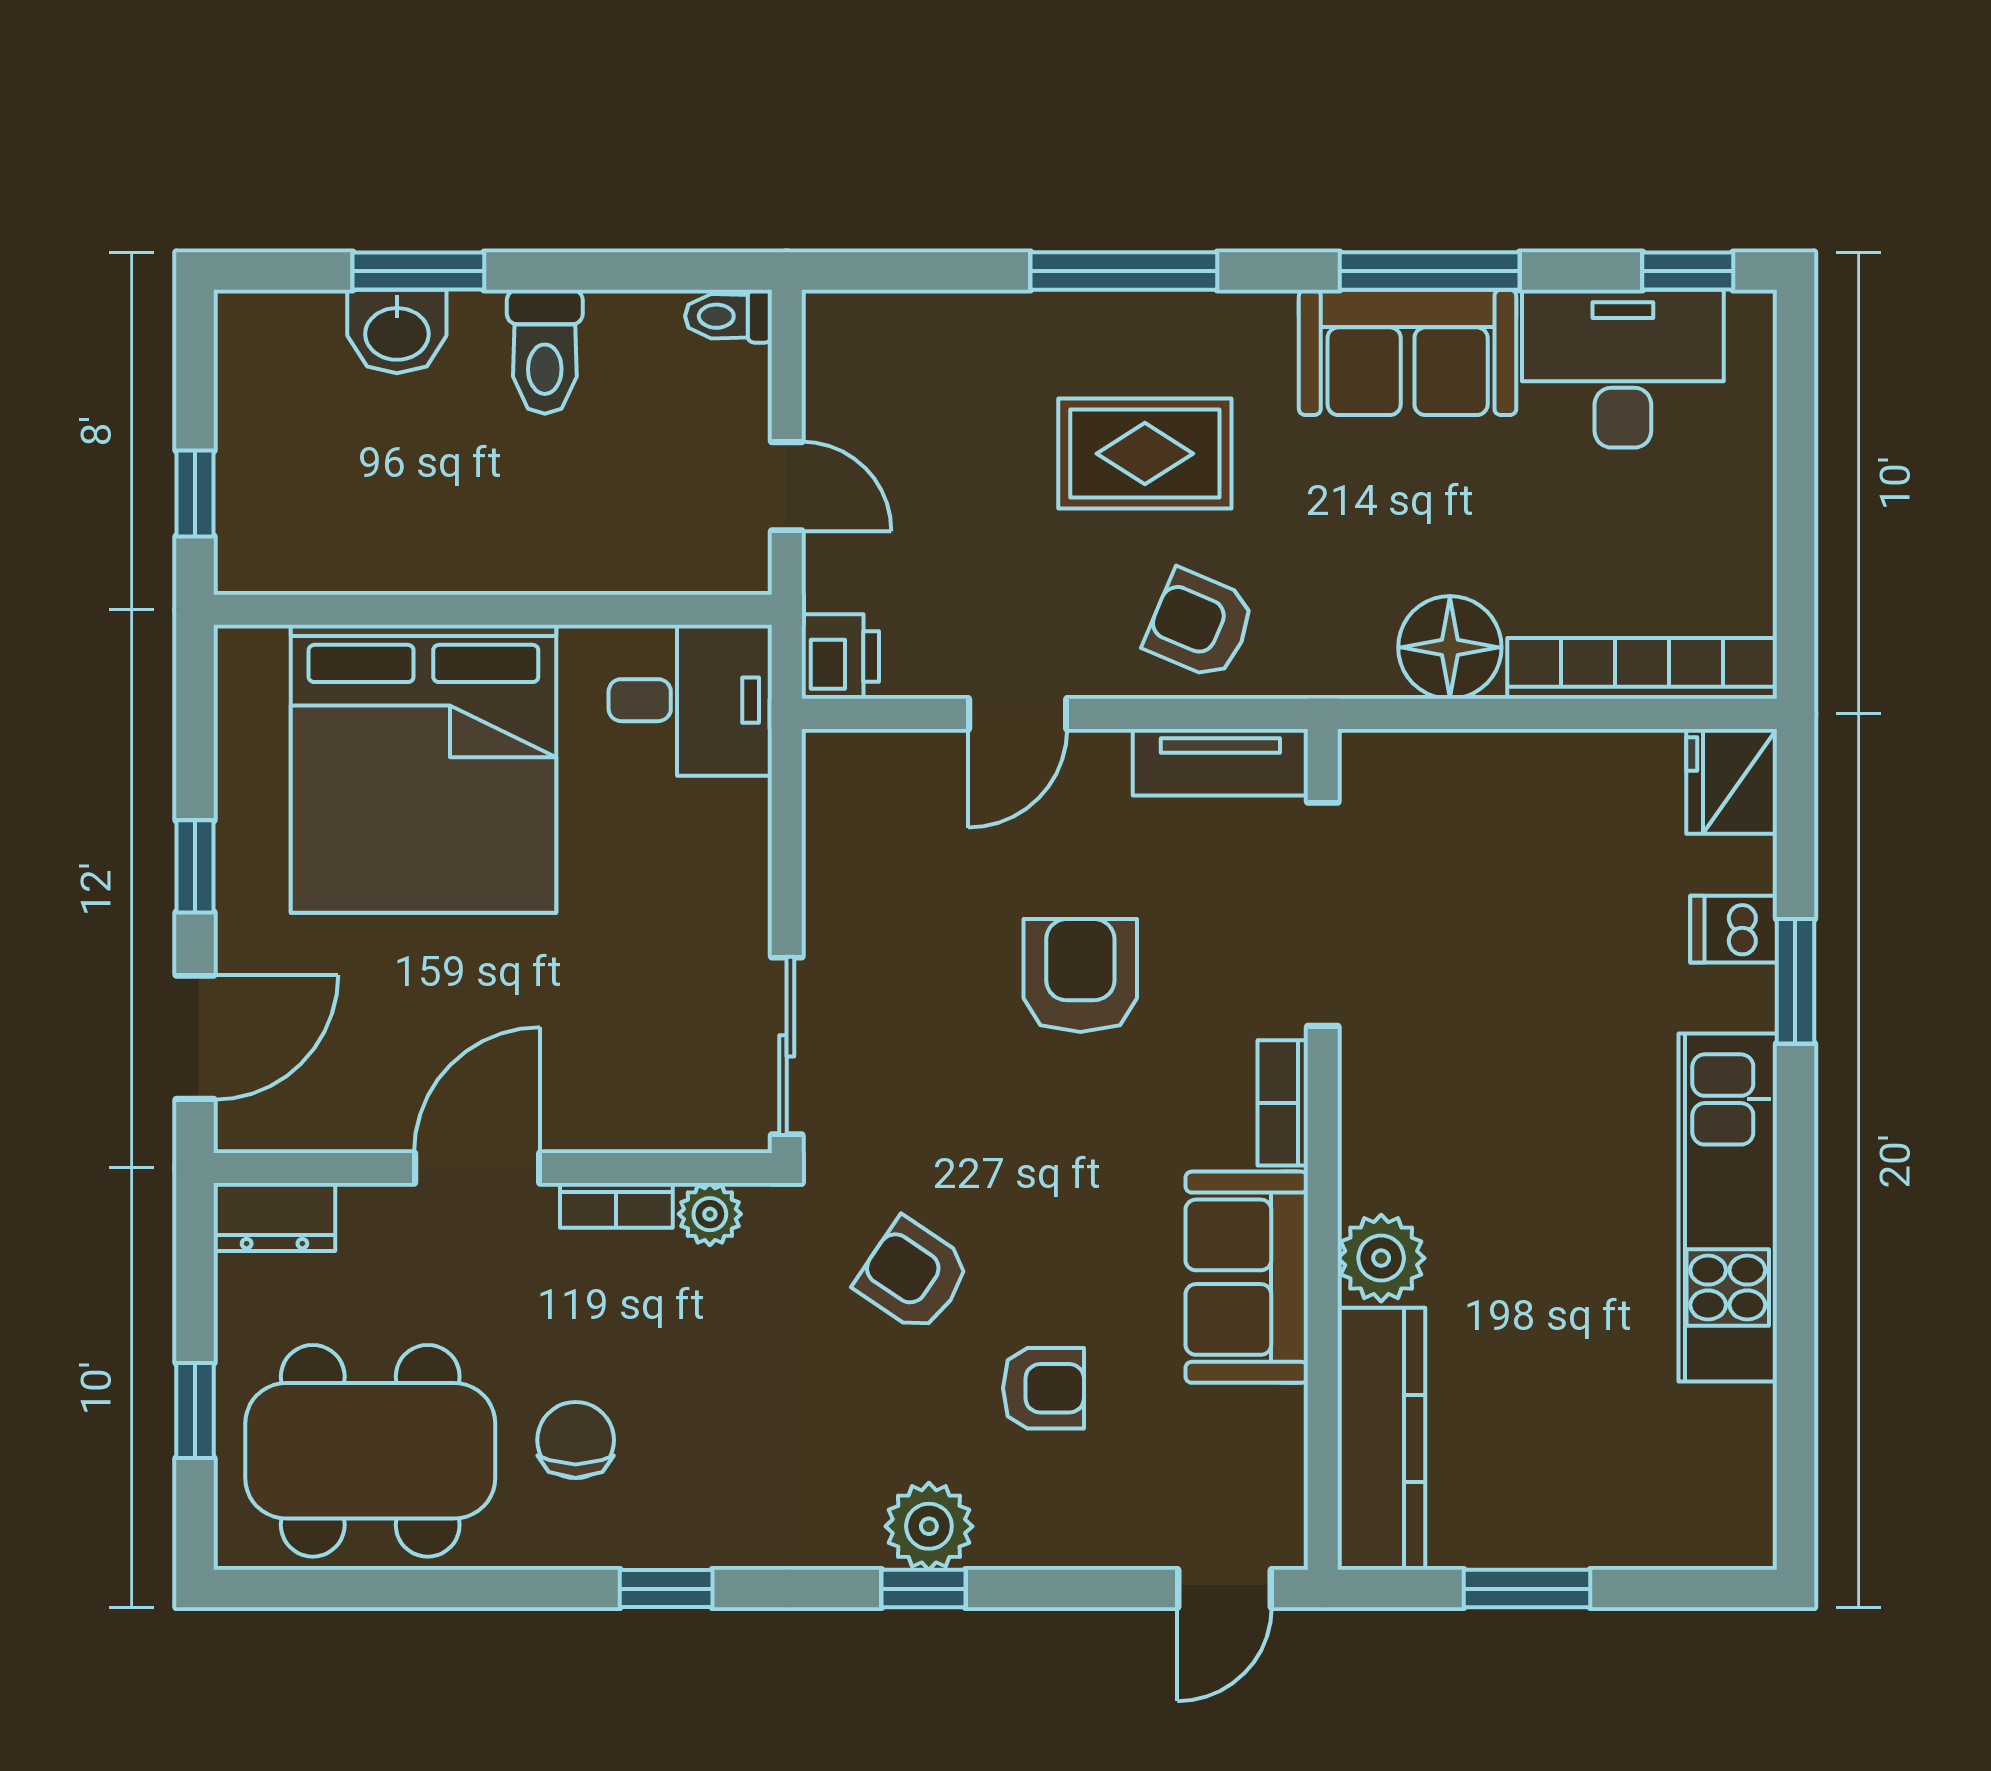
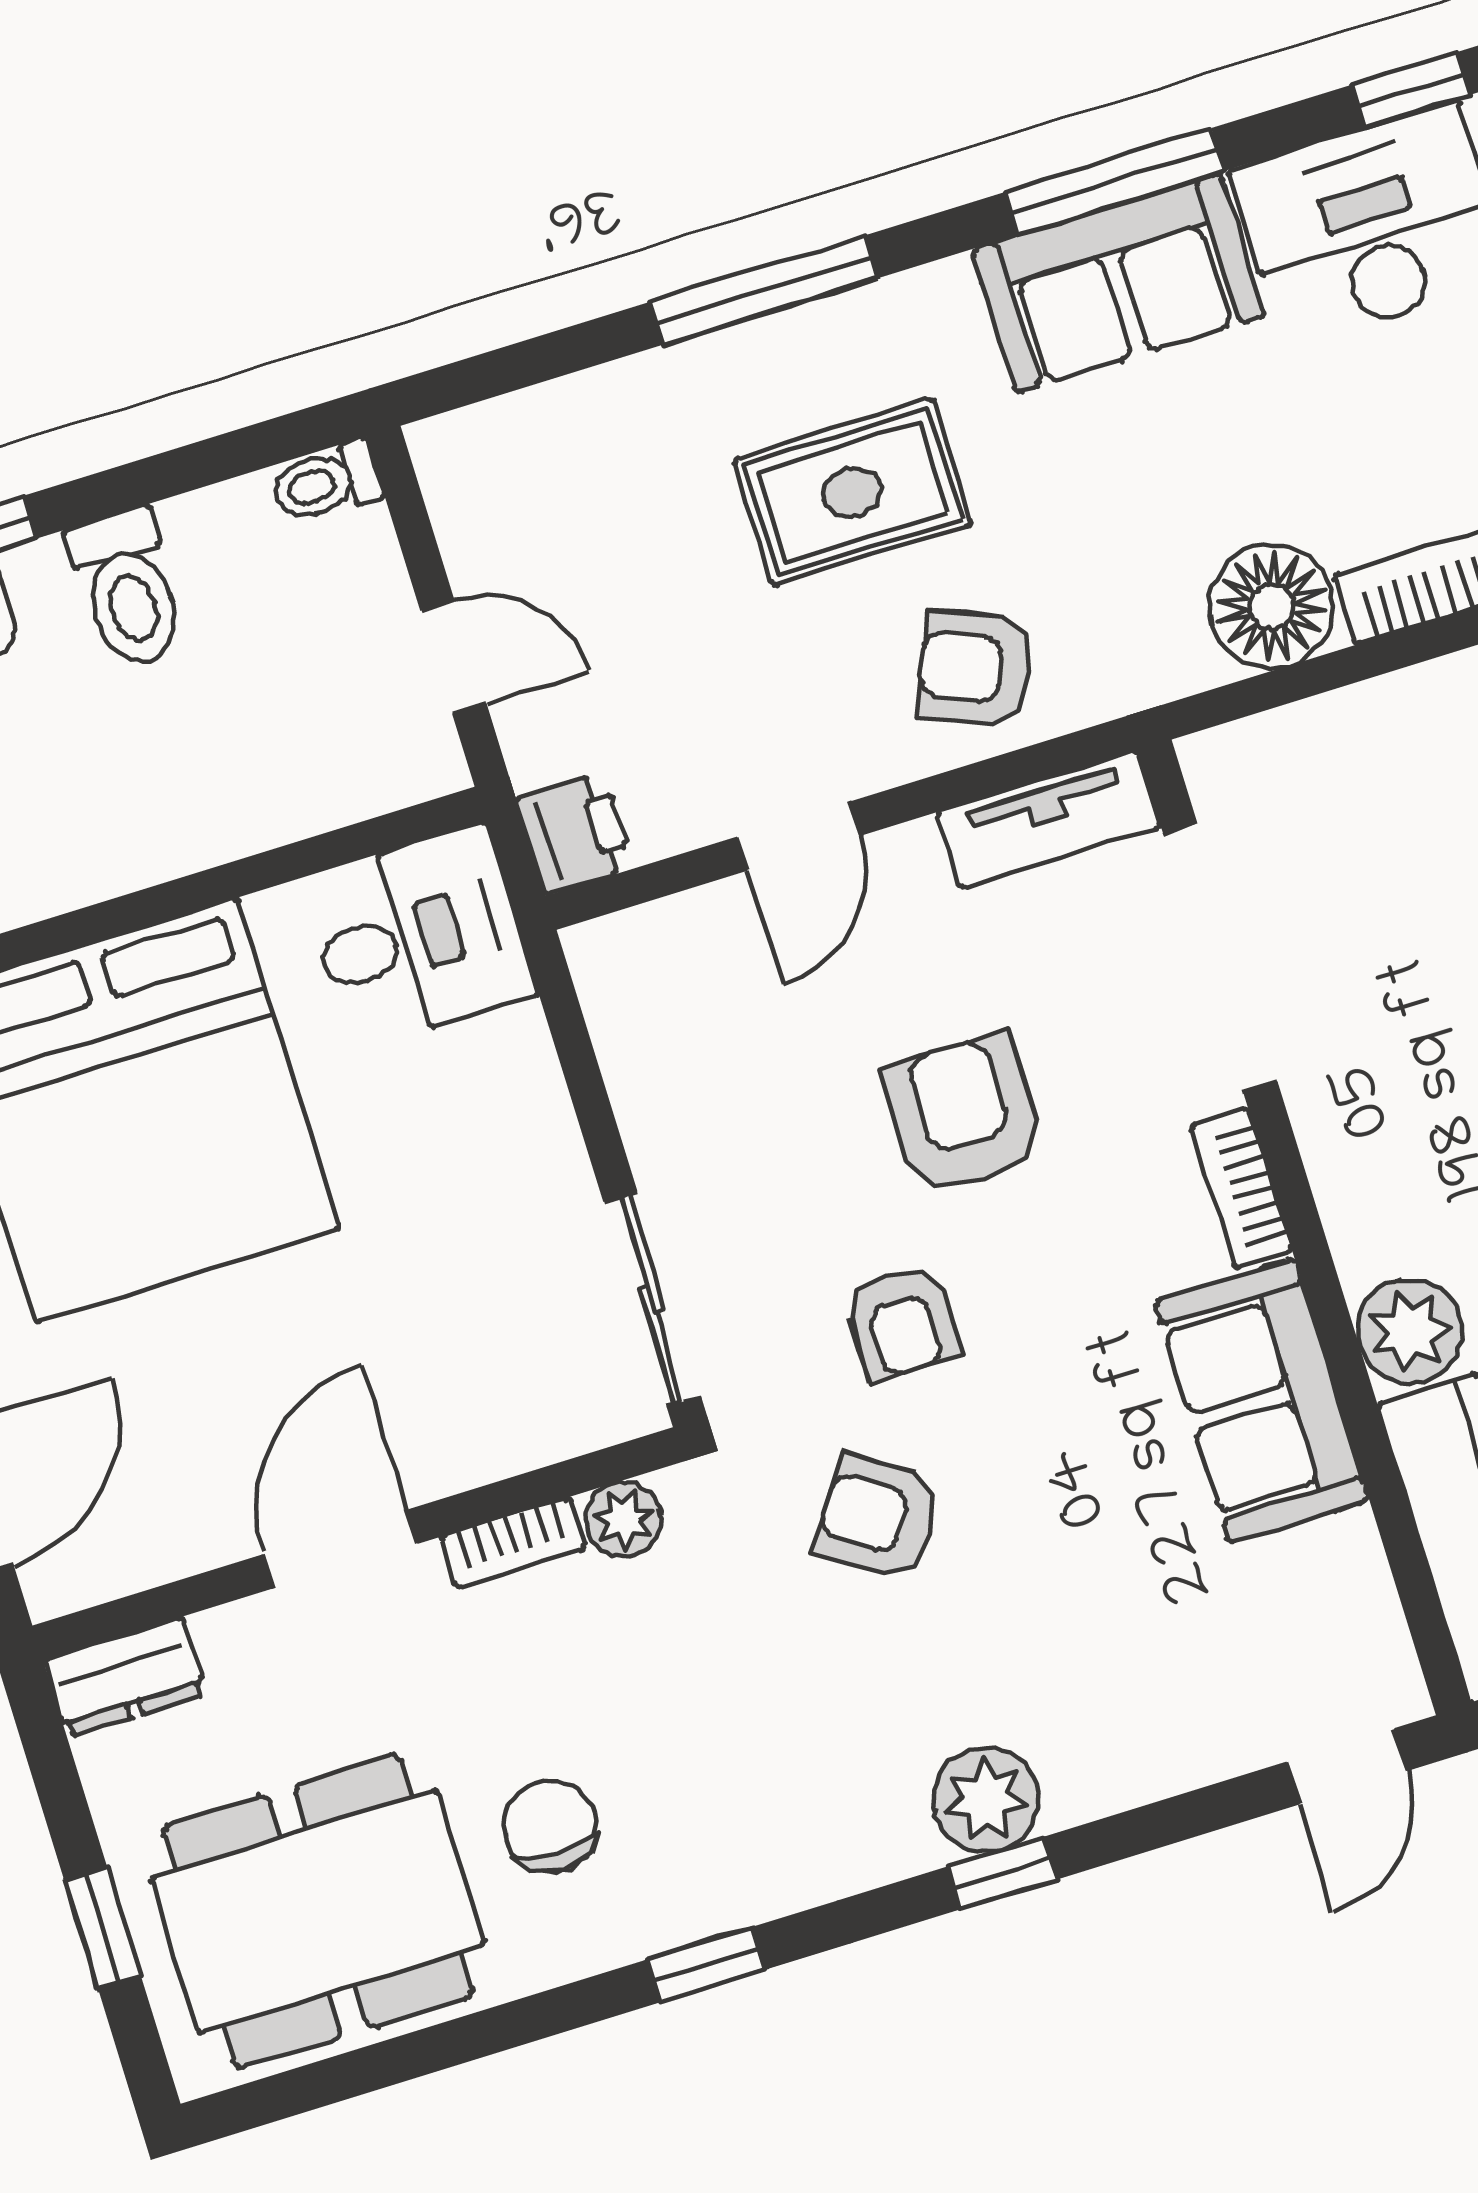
armchair: (1043, 1388) -> (902, 1322), moved, turned 90

